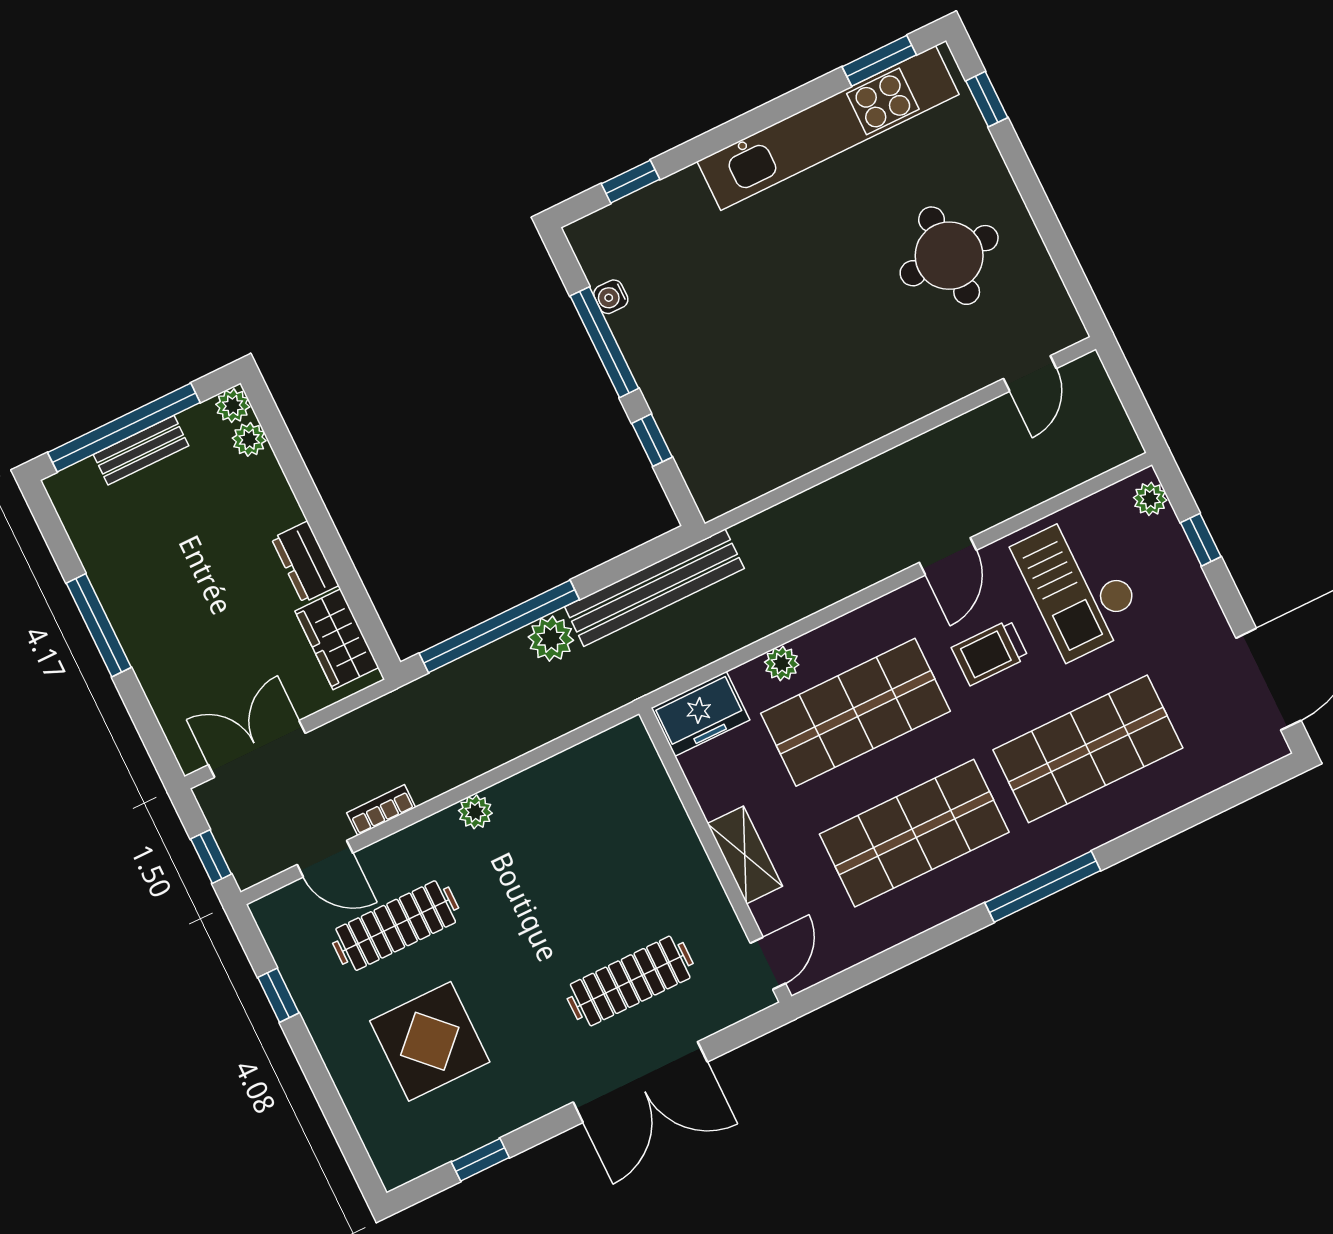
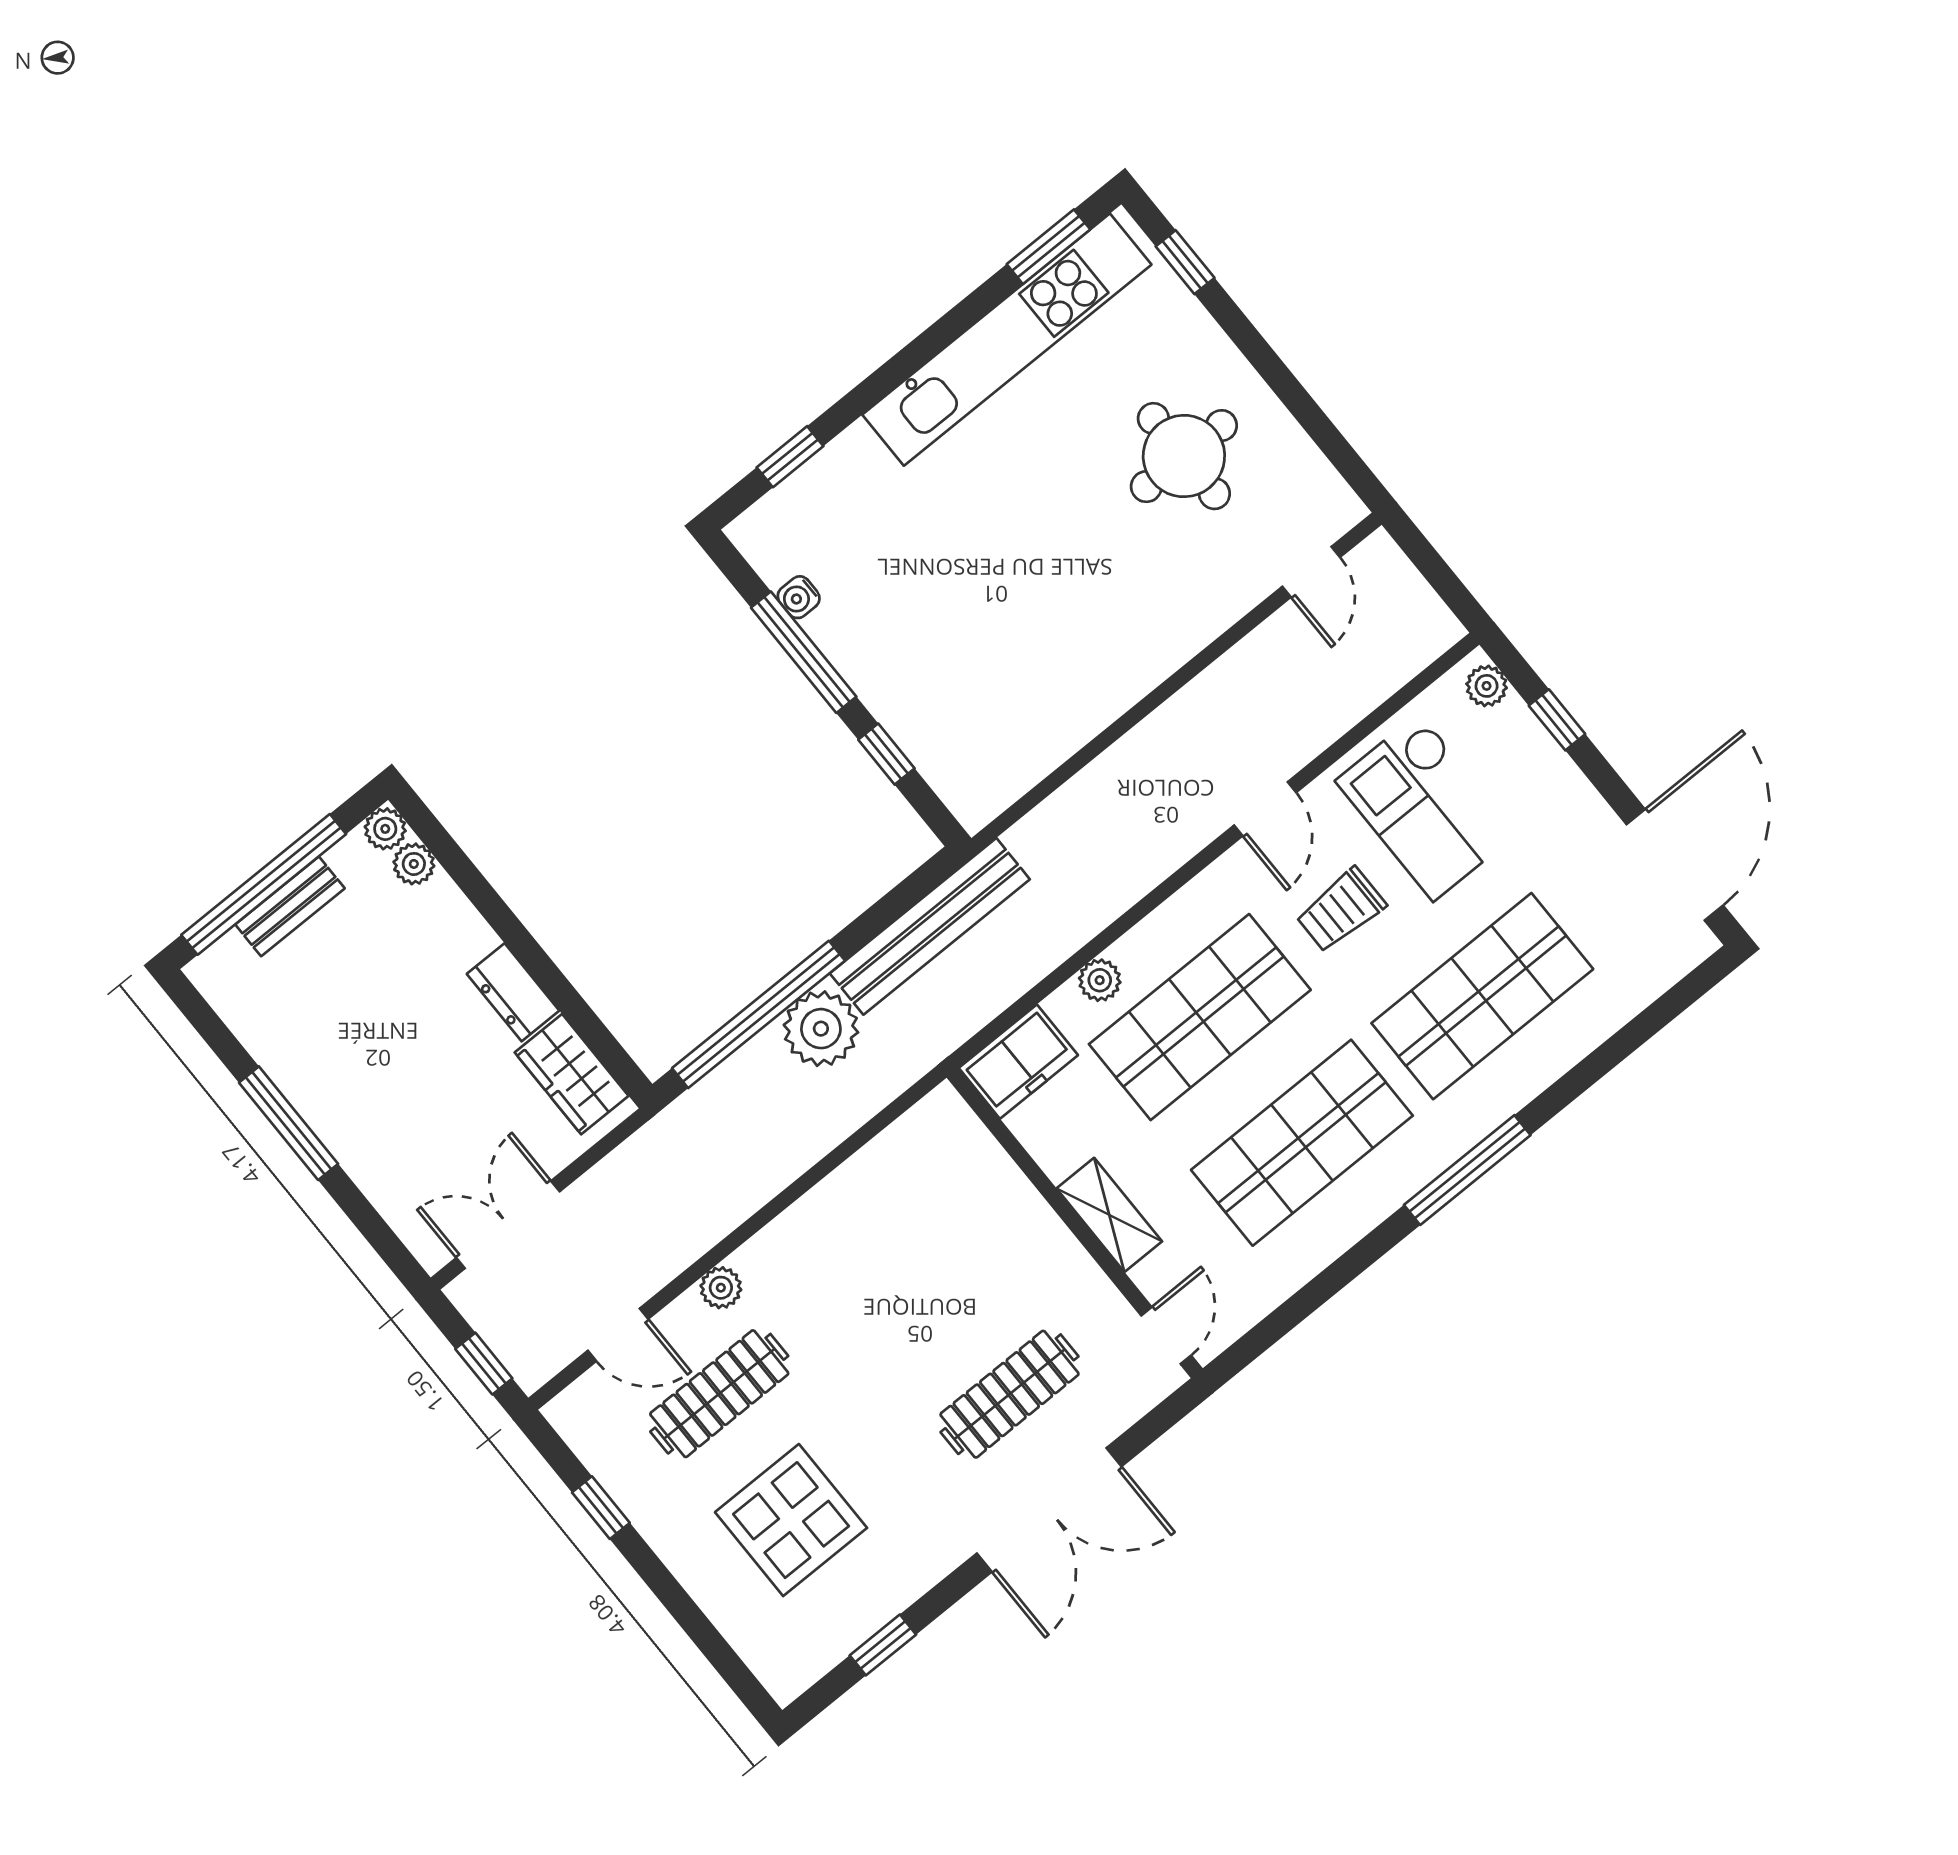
plant: (551, 639) -> (821, 1029), width x1.36, depth x1.36
bookcase: (381, 810) -> (670, 1262), removed
plant: (475, 812) -> (721, 1288), moved

